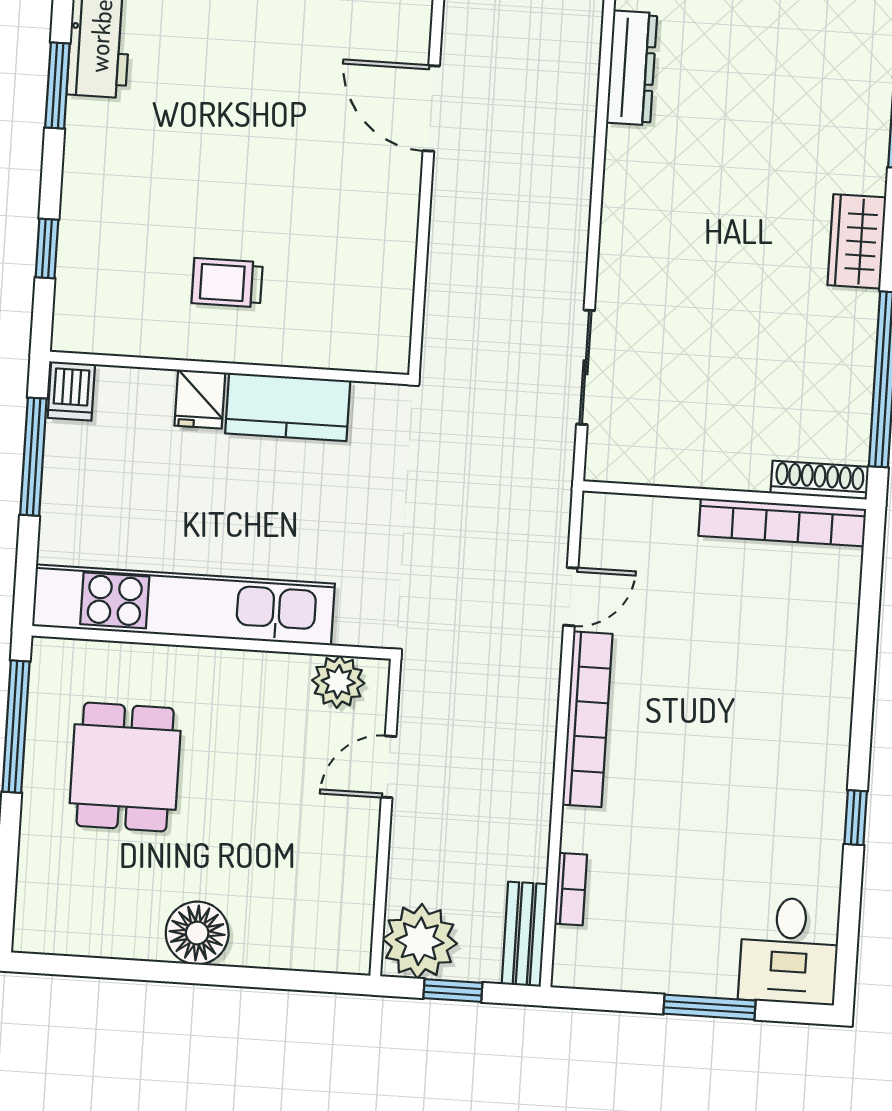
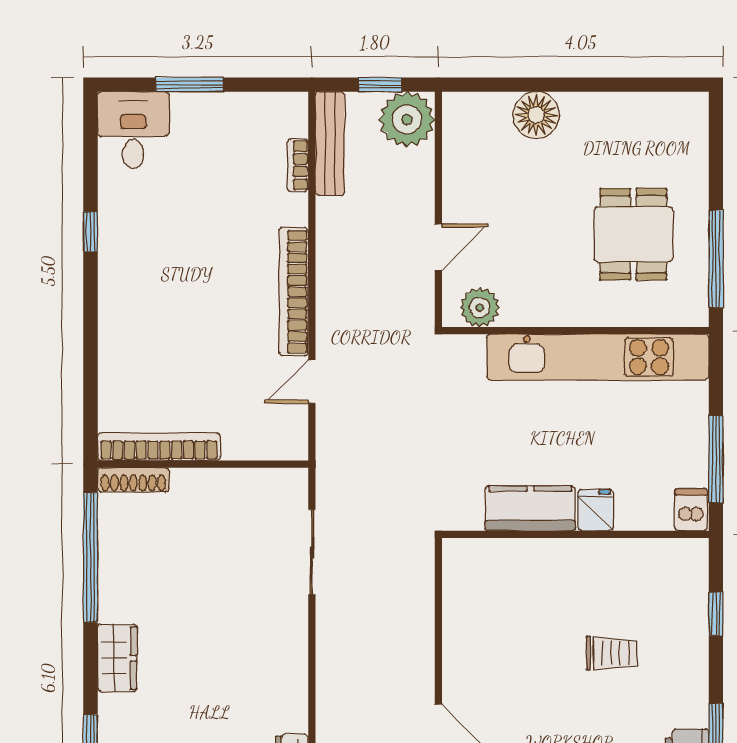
trolley: (227, 283) -> (612, 653), moved
floor lamp: (197, 933) -> (536, 115), moved
bench: (524, 934) -> (330, 144), width x1.36

